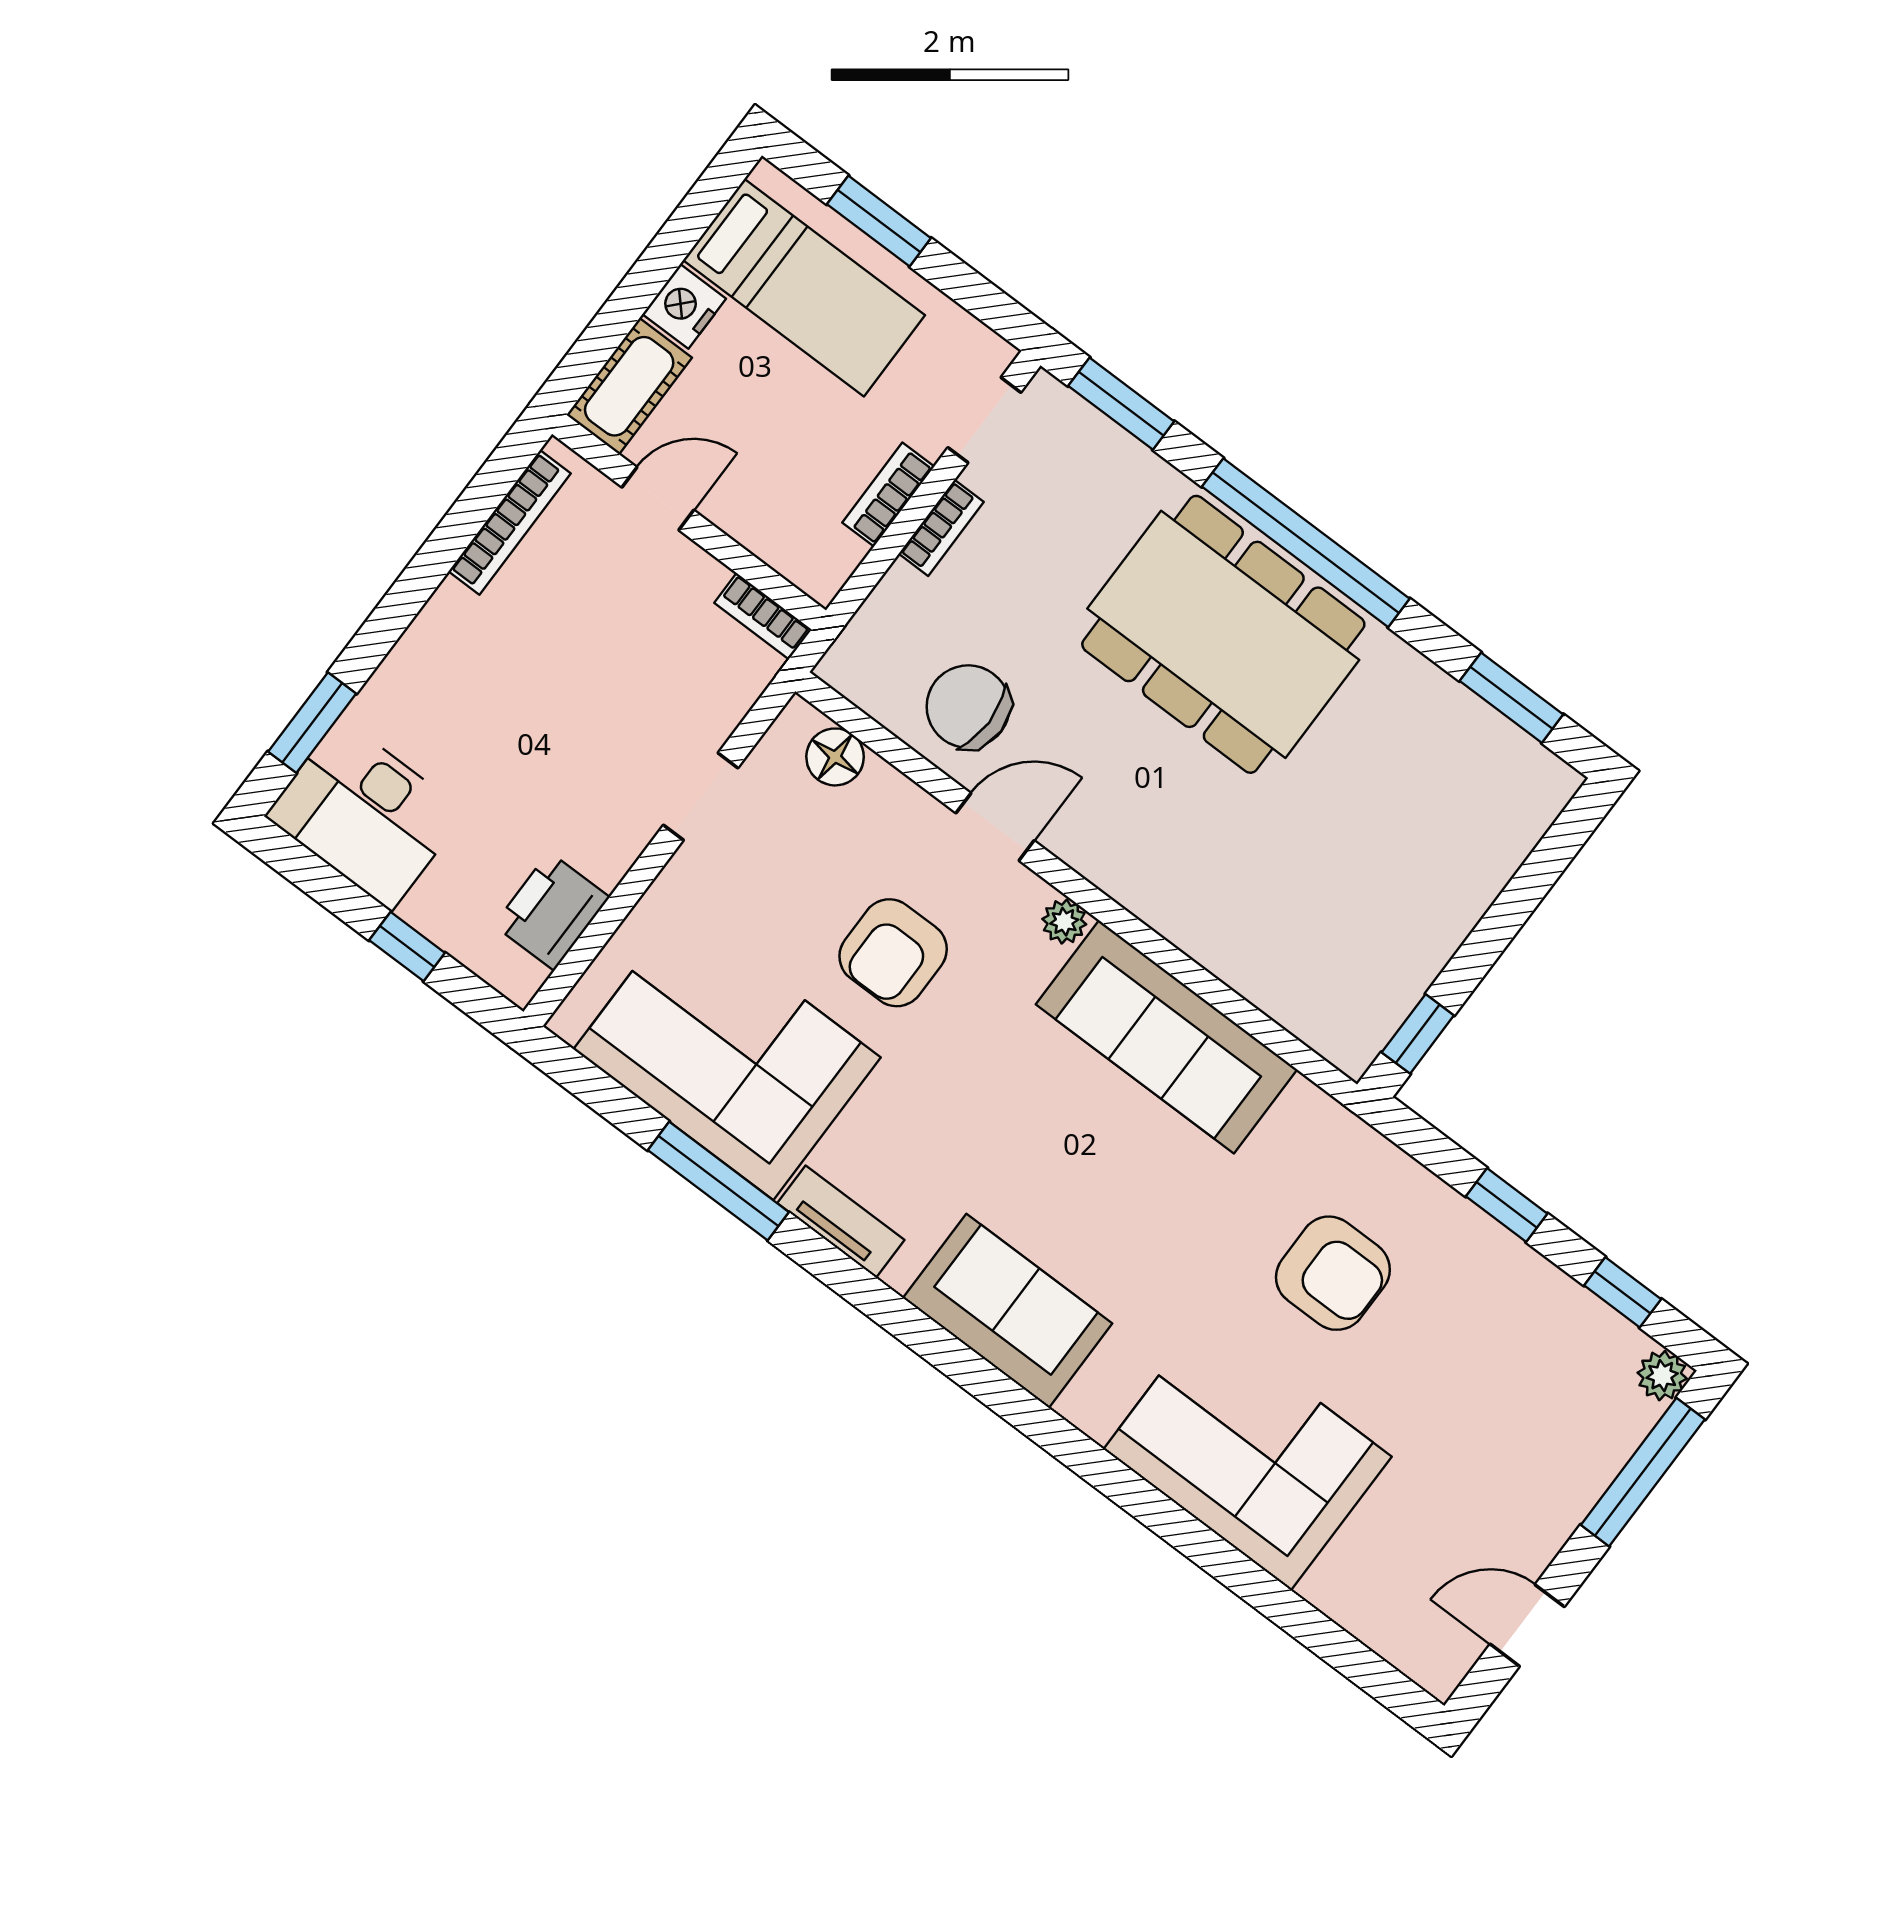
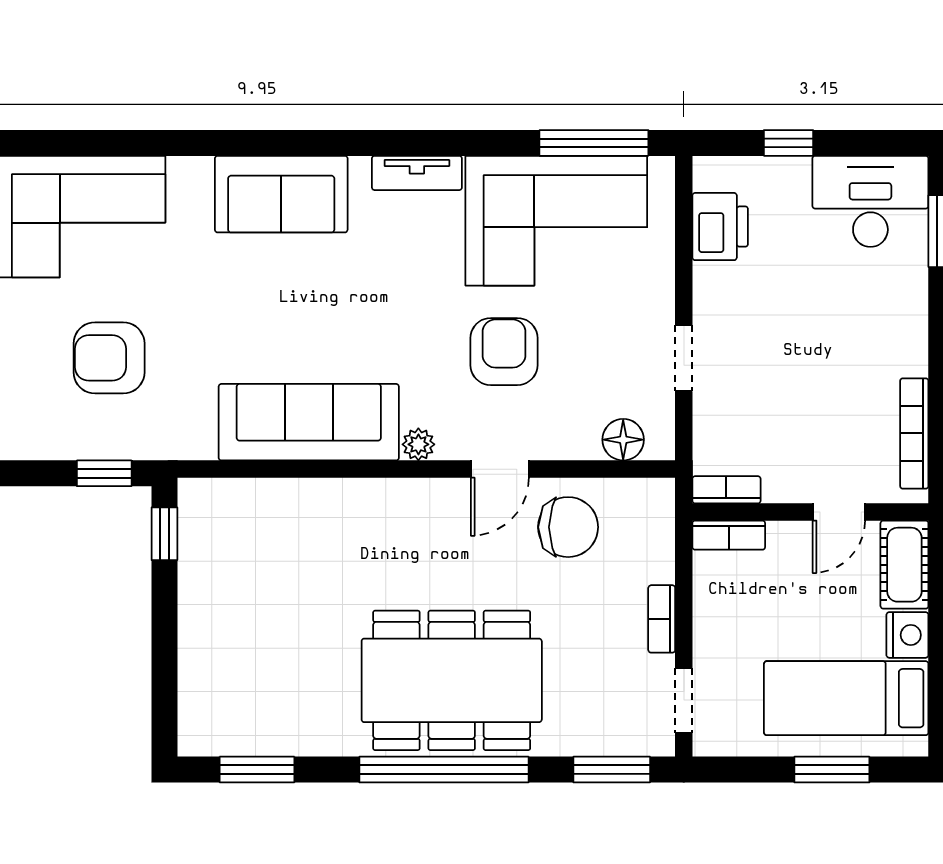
bookcase: (888, 495) -> (729, 535), moved, turned 90
window: (718, 1181) -> (594, 143), moved
window: (1507, 1205) -> (104, 473), moved

